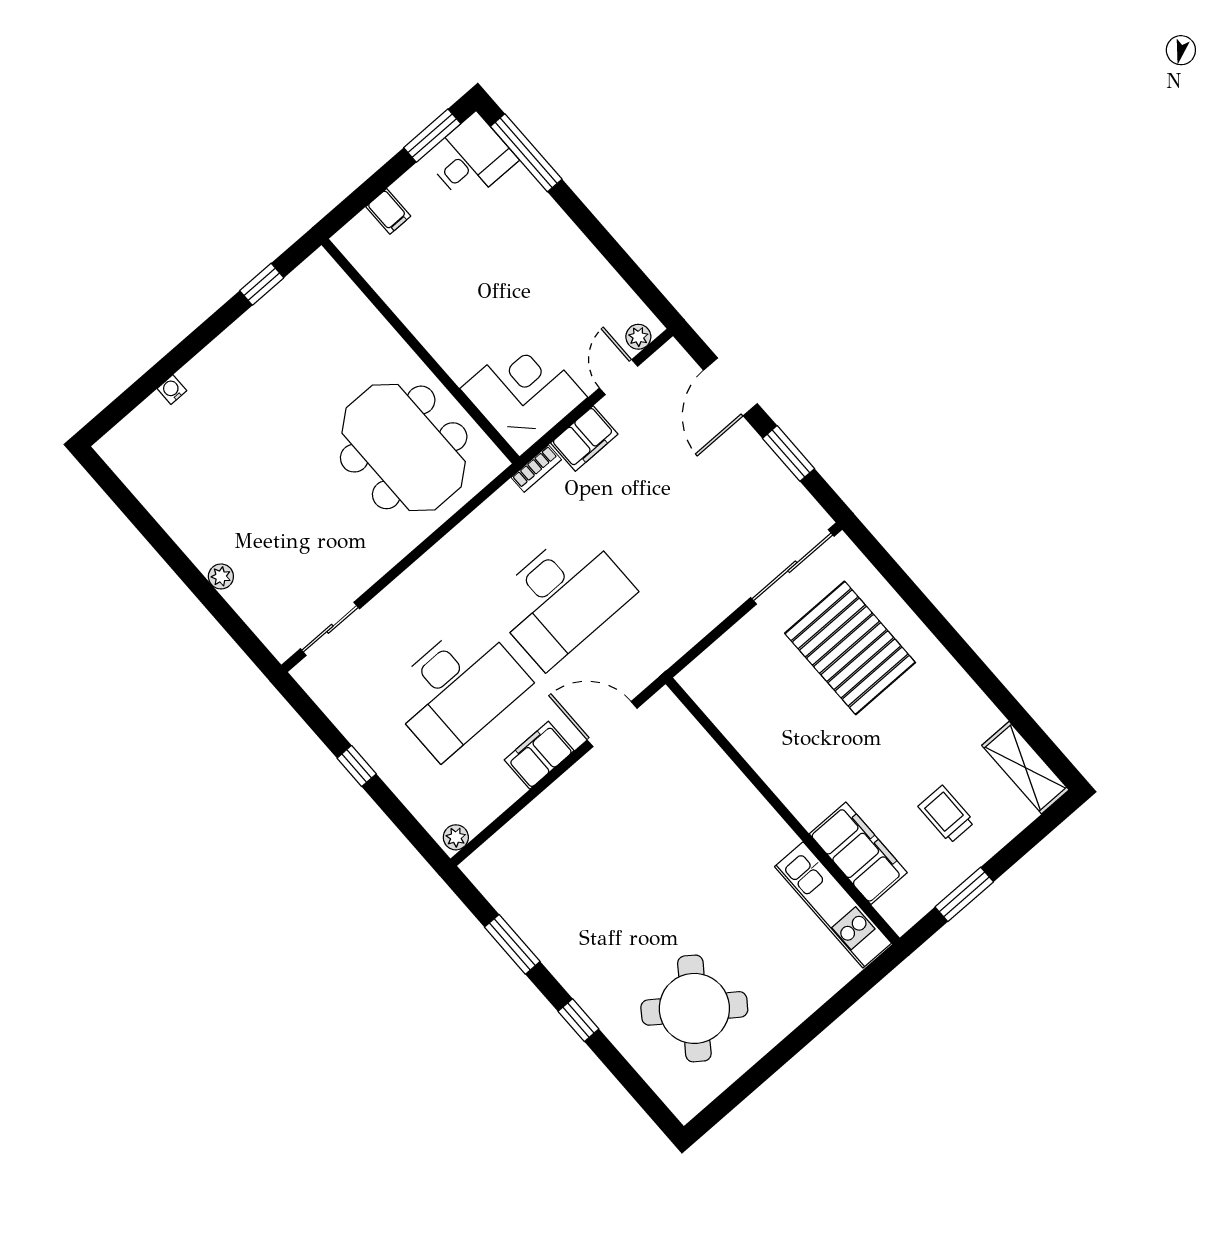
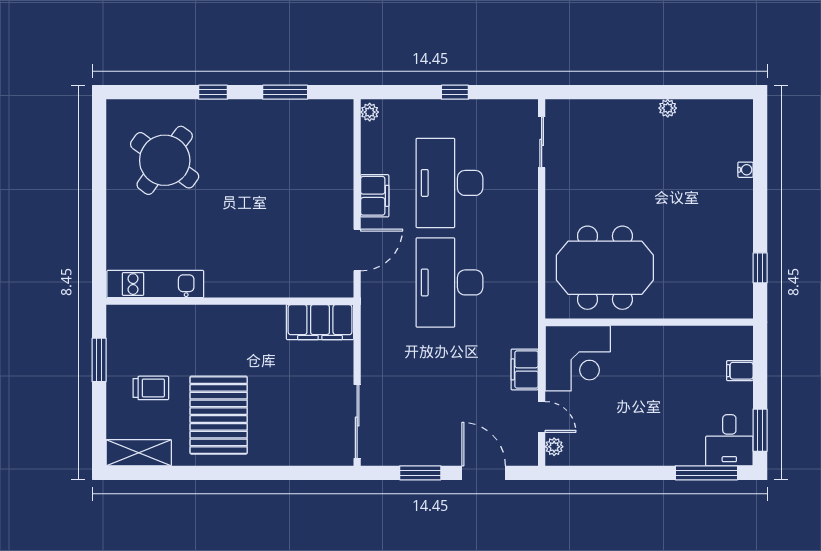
bookcase: (536, 469) -> (531, 329), removed
plant: (221, 576) -> (668, 108), moved
pallet: (850, 648) -> (219, 415), moved, turned 90
filing cabinet: (858, 853) -> (320, 322), moved

